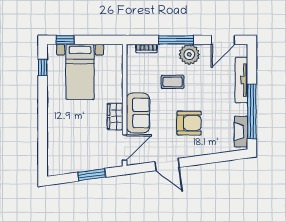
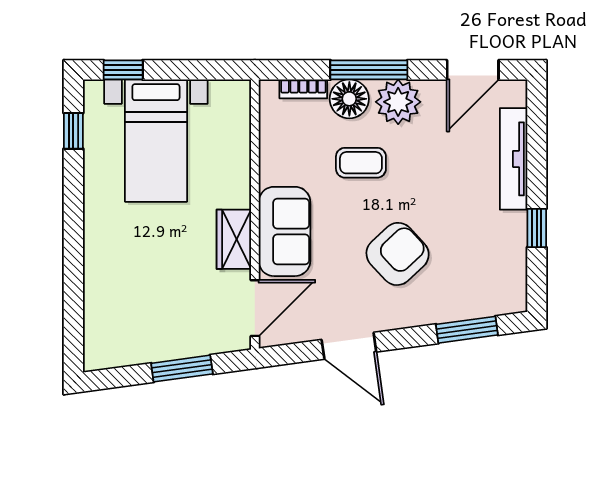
floor lamp: (167, 53) -> (349, 99), added
window: (252, 111) -> (537, 228), width x0.32
armchair: (189, 123) -> (398, 254), turned -43
fireplace: (241, 131) -> (513, 273), removed
window: (220, 157) -> (467, 330), added

